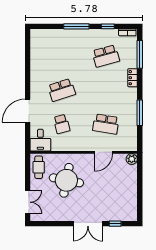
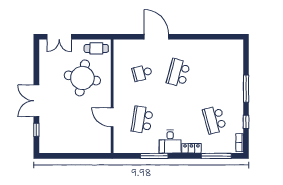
school desk: (62, 90) -> (178, 73), turned 33
desk: (40, 140) -> (170, 142), moved, turned -90
plant: (132, 159) -> (105, 147), removed

